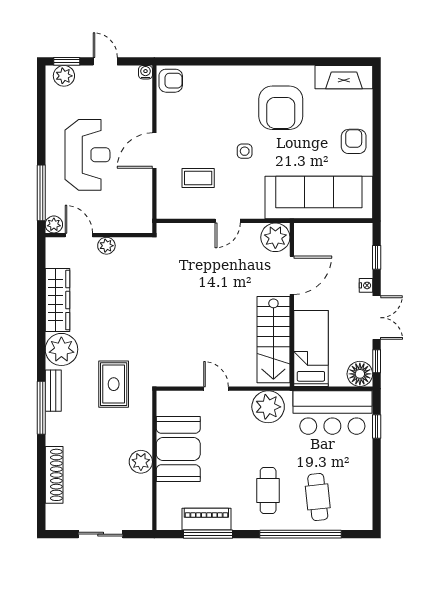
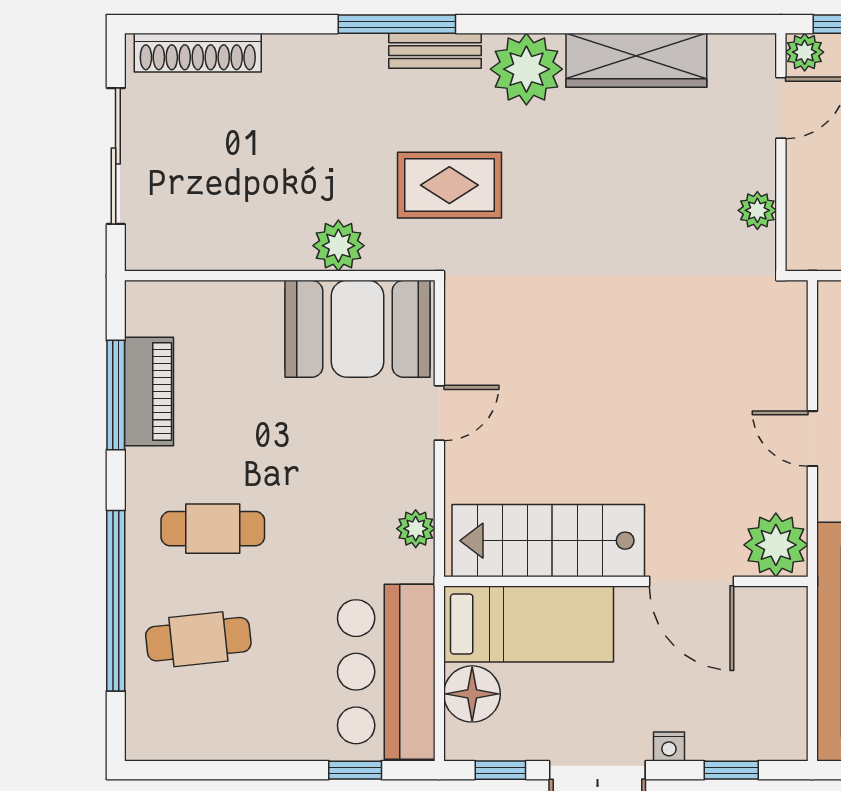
plant: (106, 246) -> (757, 210), moved
floor lamp: (360, 374) -> (472, 694), moved
plant: (268, 407) -> (416, 529), width x0.53, depth x0.53
booth: (178, 449) -> (358, 329), moved
plant: (141, 462) -> (338, 246), moved
shoe rack: (54, 475) -> (198, 53), moved
sliding door: (101, 534) -> (116, 156), width x1.37

